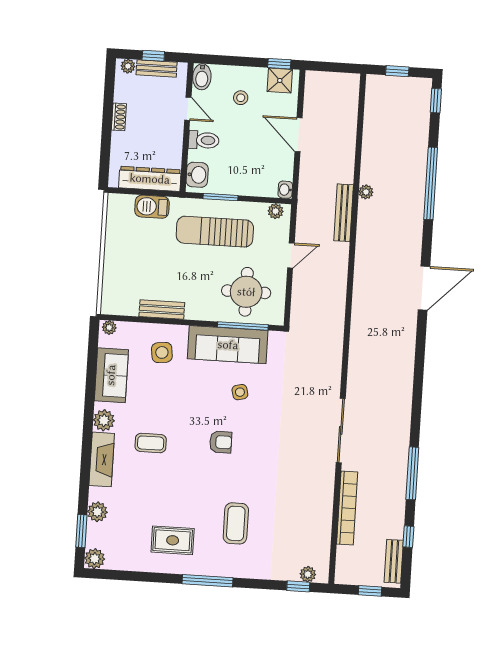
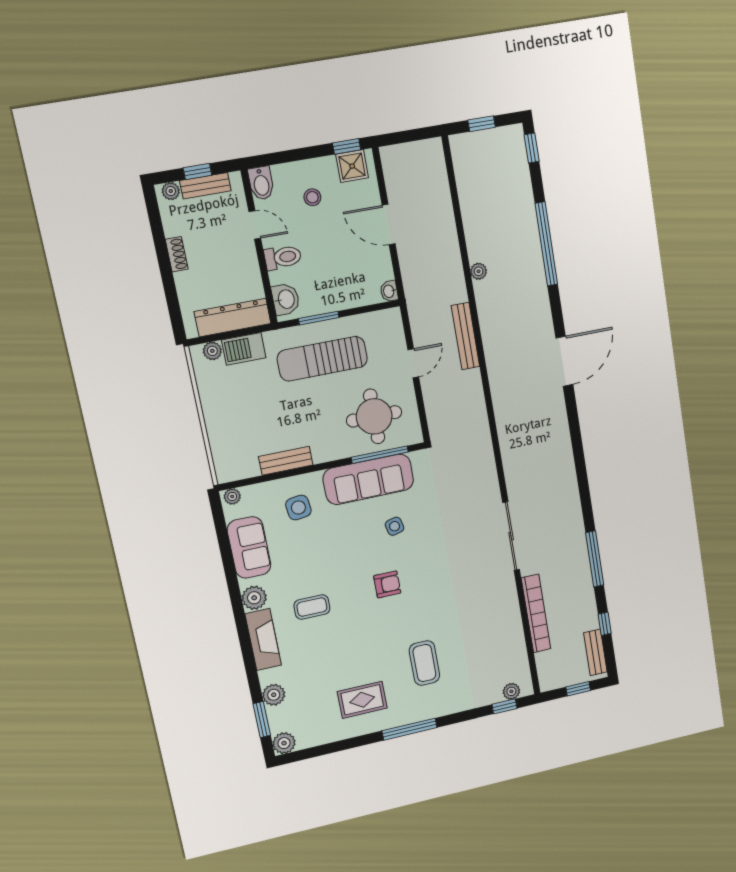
plant: (276, 211) -> (212, 351), moved
bench: (344, 213) -> (466, 336), moved

